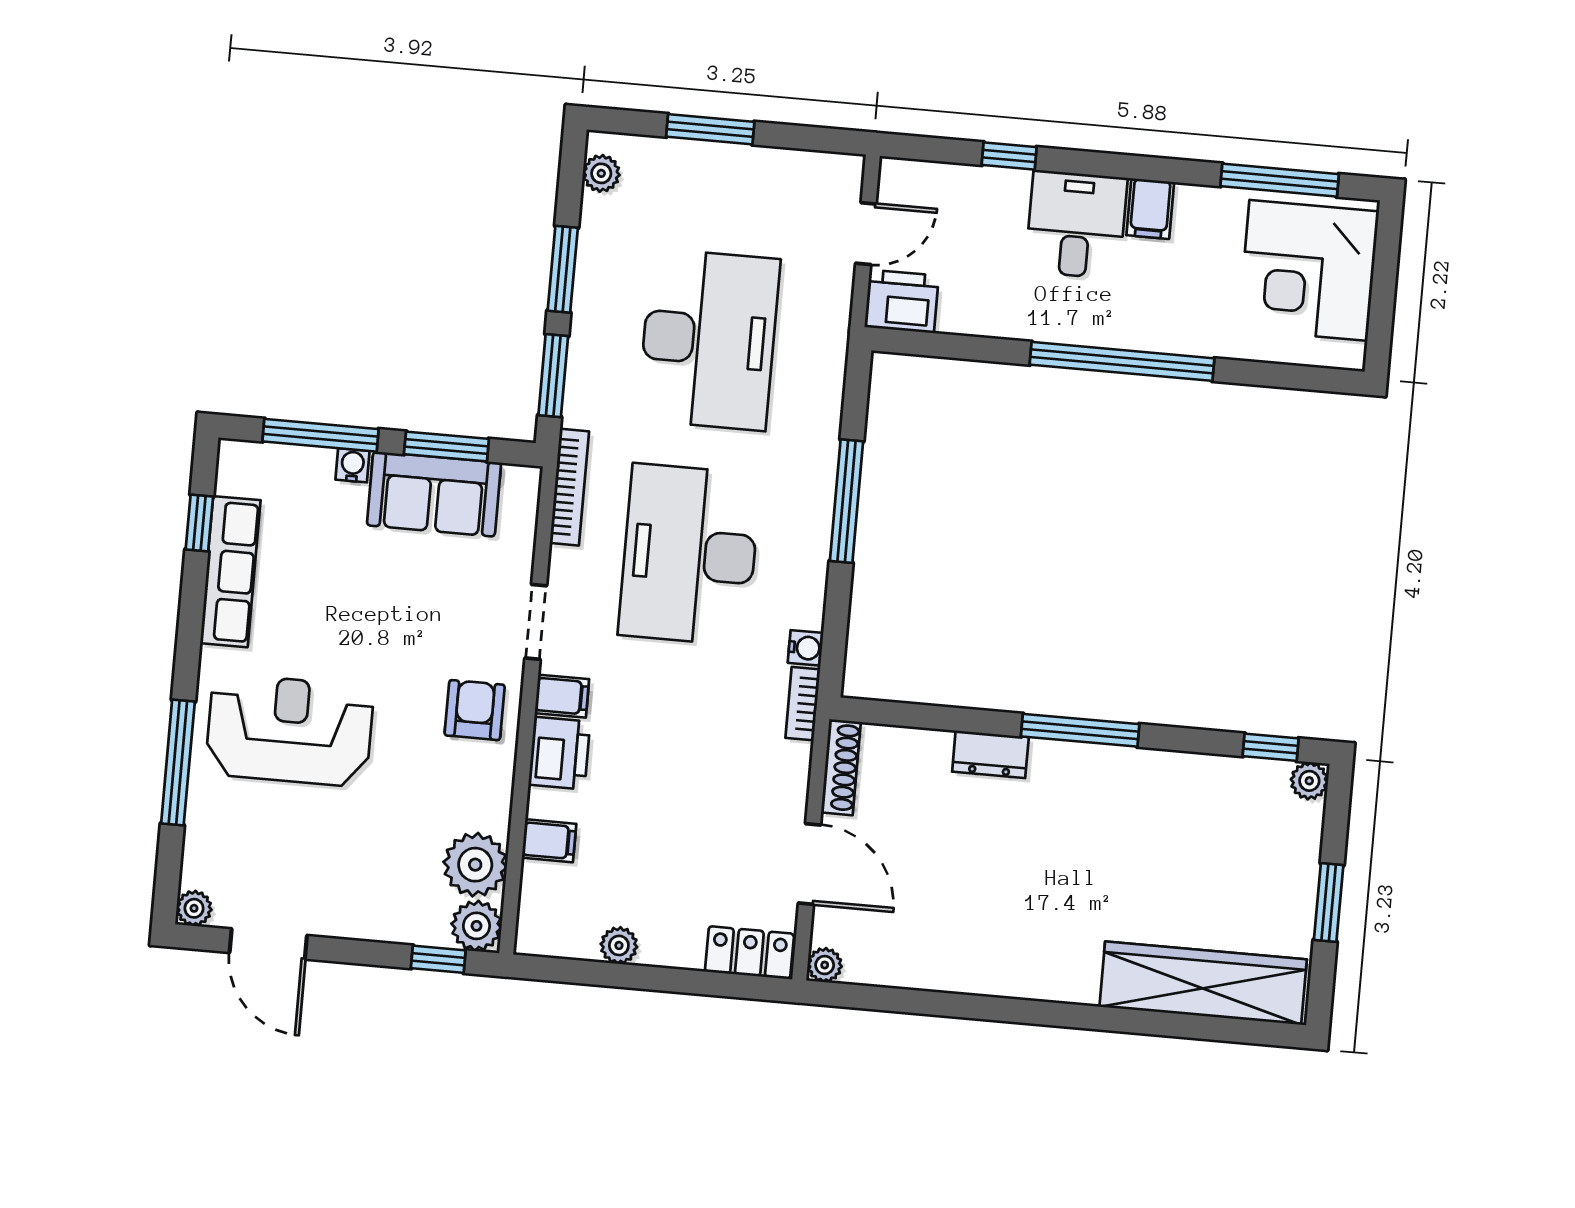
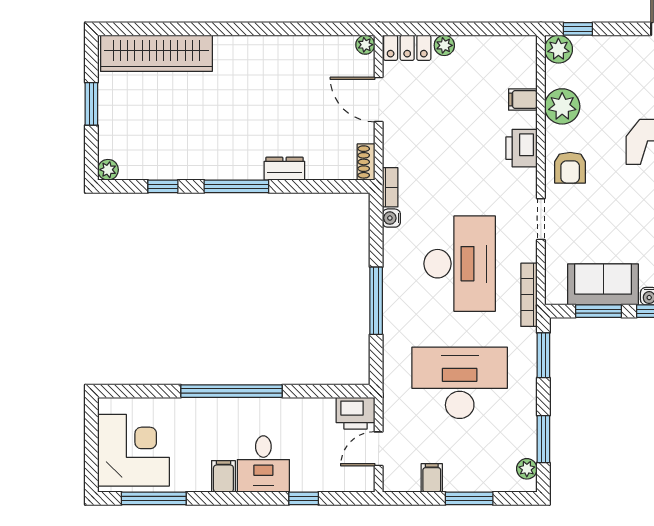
window: (563, 269) -> (543, 439), moved
desk: (709, 340) -> (460, 383), turned 90
filing cabinet: (562, 696) -> (432, 478), moved, turned 90
window: (1271, 747) -> (163, 186), moved
shoe rack: (841, 767) -> (366, 162), width x0.70
plant: (475, 865) -> (562, 106), moved
plant: (619, 945) -> (444, 45), moved

